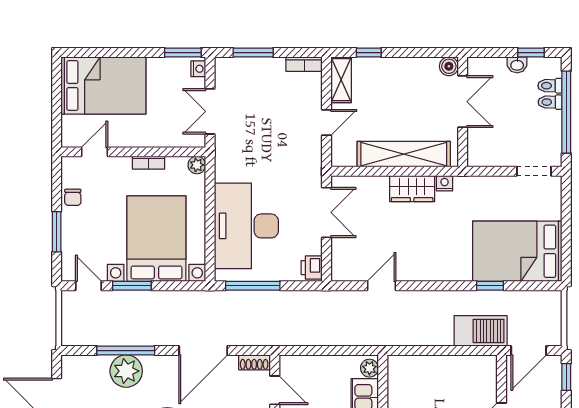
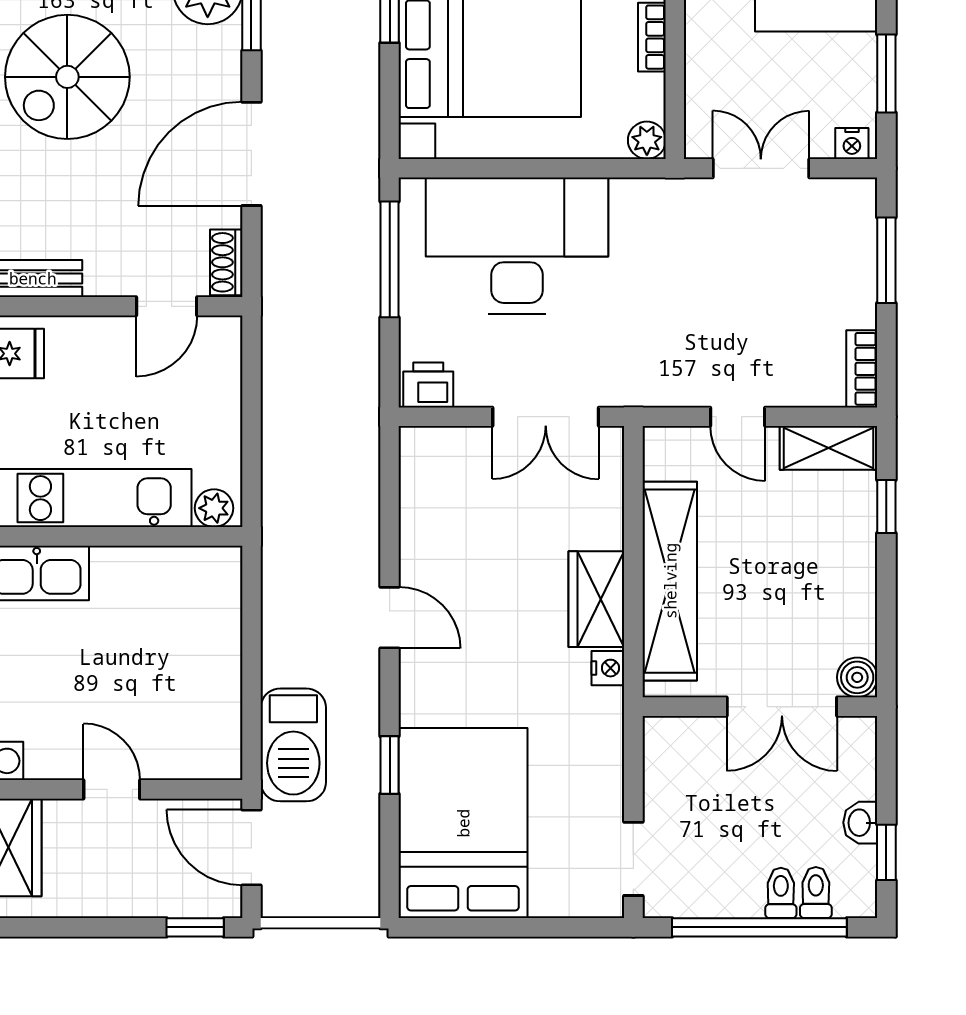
window: (183, 53) -> (886, 73), moved
door: (382, 286) -> (390, 618), moved
door: (203, 351) -> (251, 154), hinge flipped

